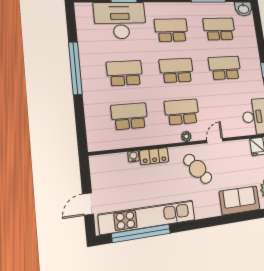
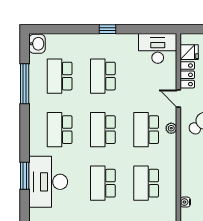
water cooler: (133, 156) -> (185, 202), moved
locker: (154, 156) -> (187, 75), moved

